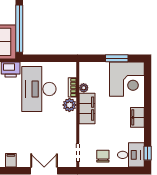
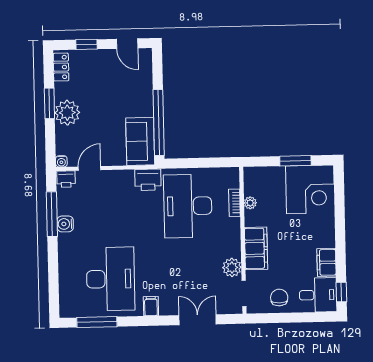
plant: (69, 105) -> (232, 267), moved
filing cabinet: (87, 109) -> (256, 248), moved
filing cabinet: (137, 117) -> (326, 262), moved

